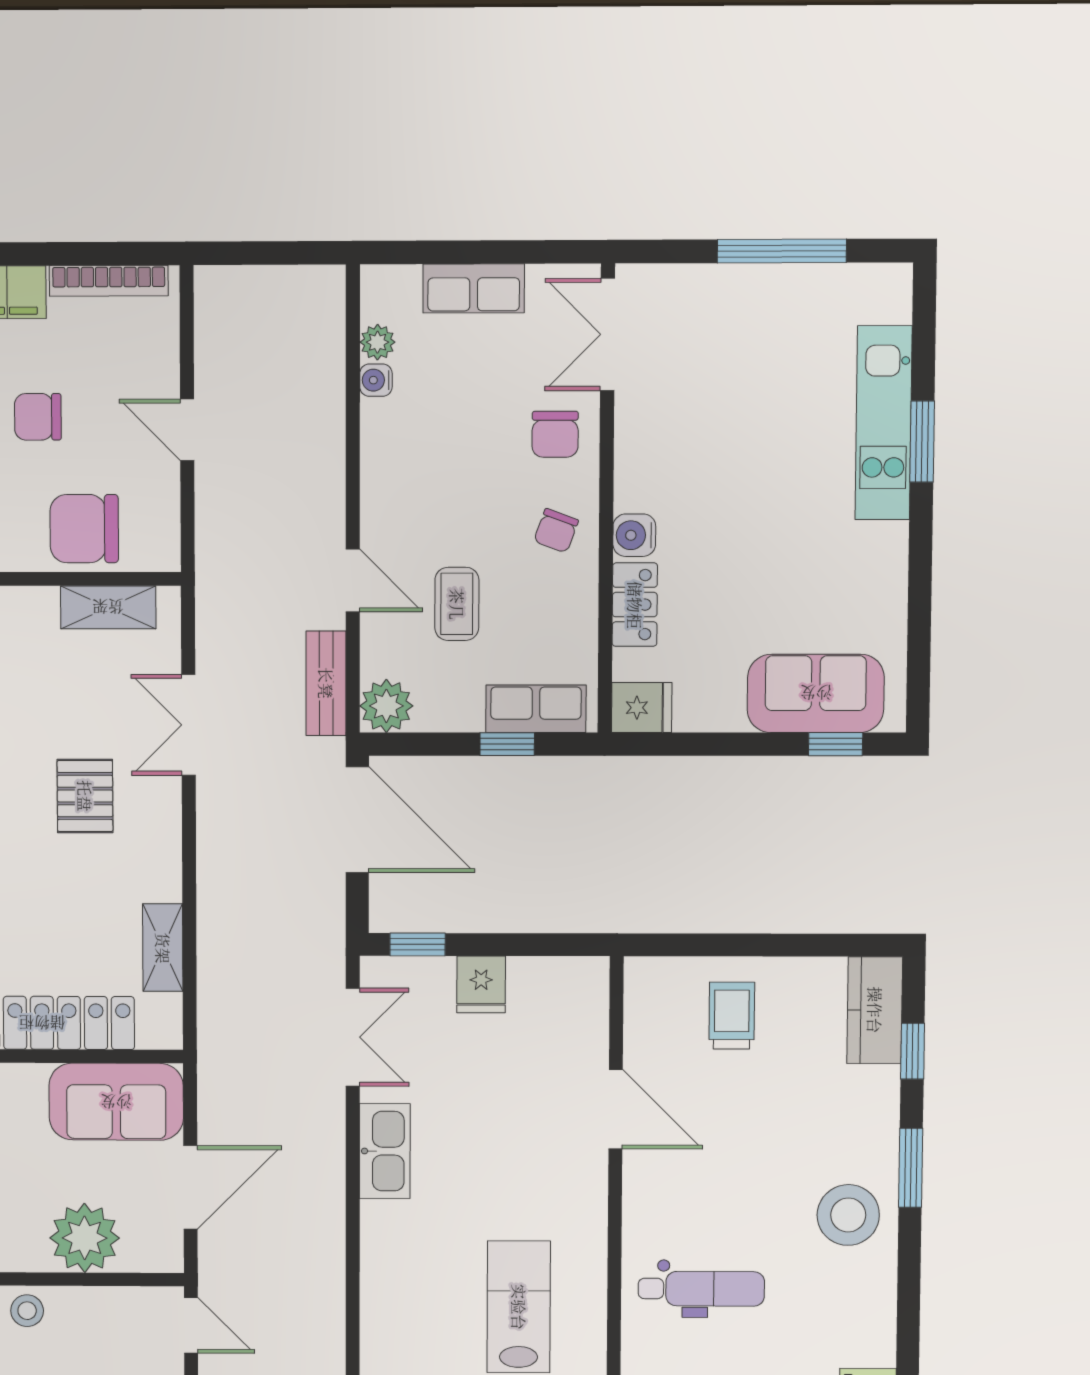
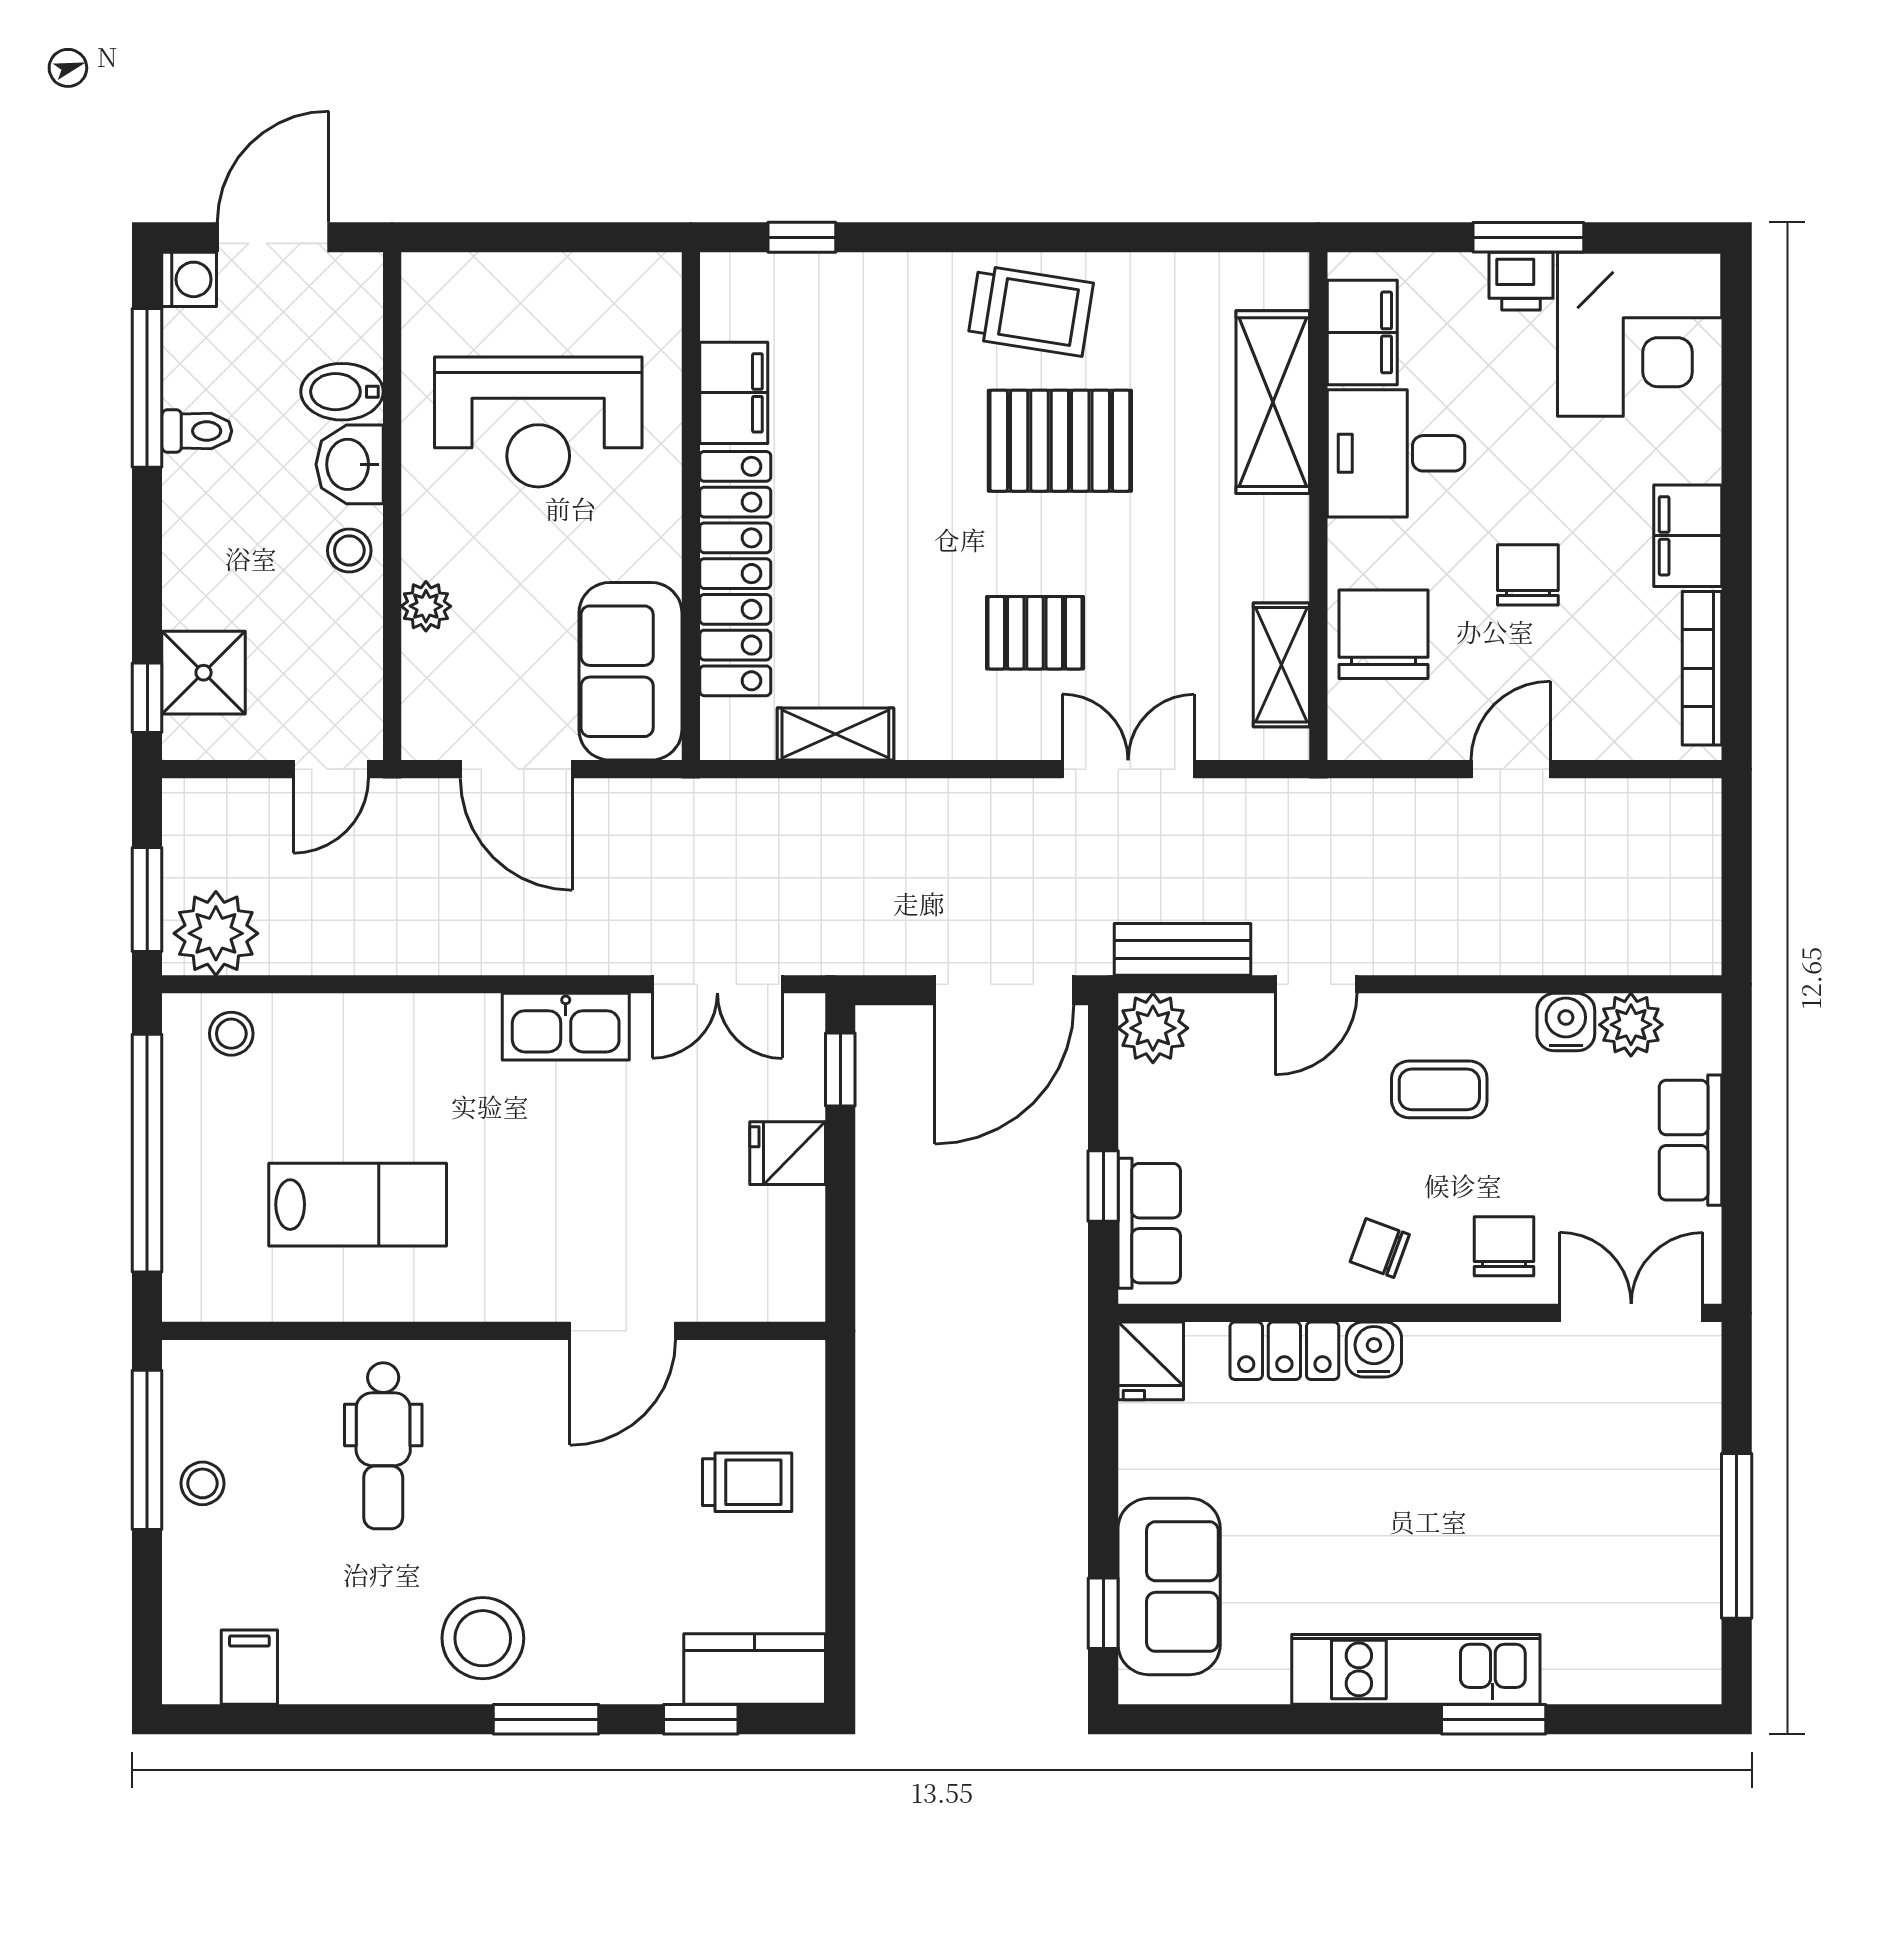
plant: (378, 342) -> (1631, 1025), width x1.38, depth x1.38
water cooler: (376, 380) -> (1566, 1022), width x1.38, depth x1.38
kitchen unit: (884, 423) -> (1416, 1669), moved
chair: (555, 434) -> (1504, 1246), turned 90
coffee table: (457, 604) -> (1439, 1089), moved
plant: (85, 1238) -> (426, 606), width x0.53, depth x0.53

